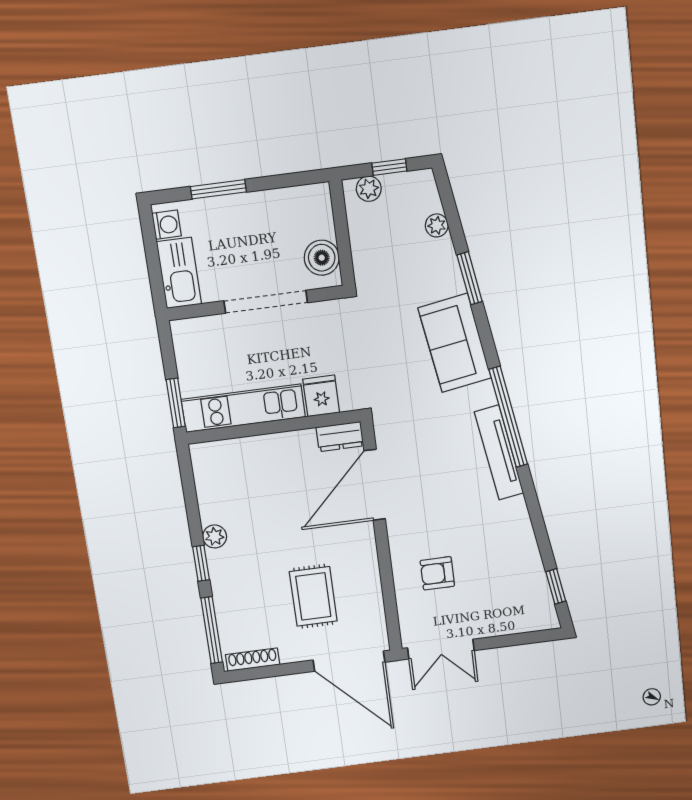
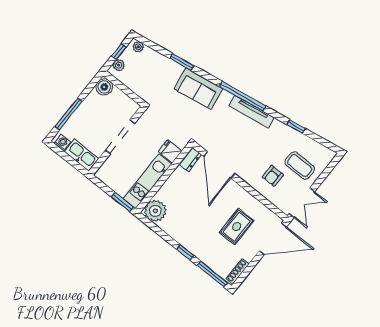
window: (218, 189) -> (69, 114), width x1.44
plant: (437, 225) -> (138, 47), moved
boiler: (322, 258) -> (104, 87), moved
plant: (215, 536) -> (155, 211), moved, width x1.88, depth x1.88
window: (556, 586) -> (296, 126), moved
coffee table: (490, 595) -> (300, 166), added
rug: (313, 596) -> (237, 227), turned 90

